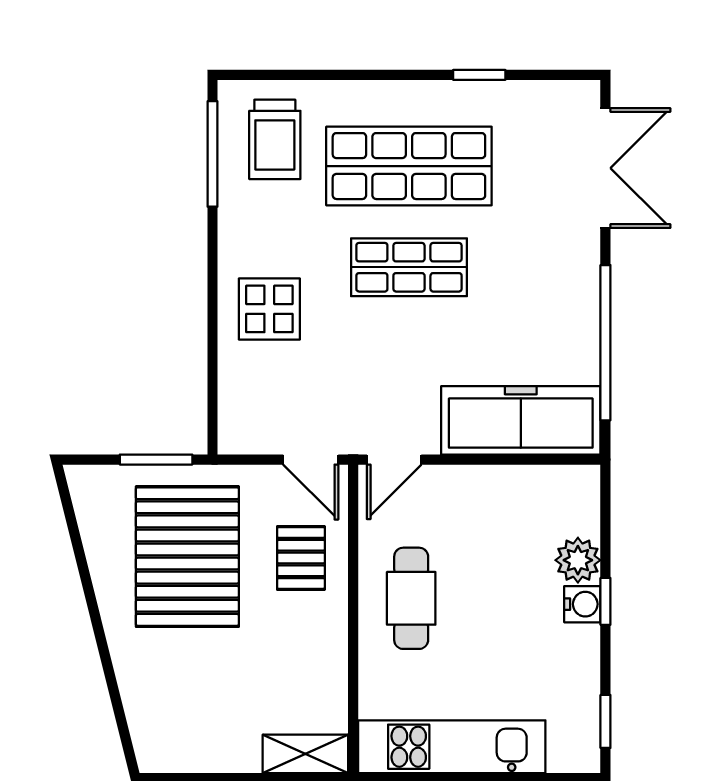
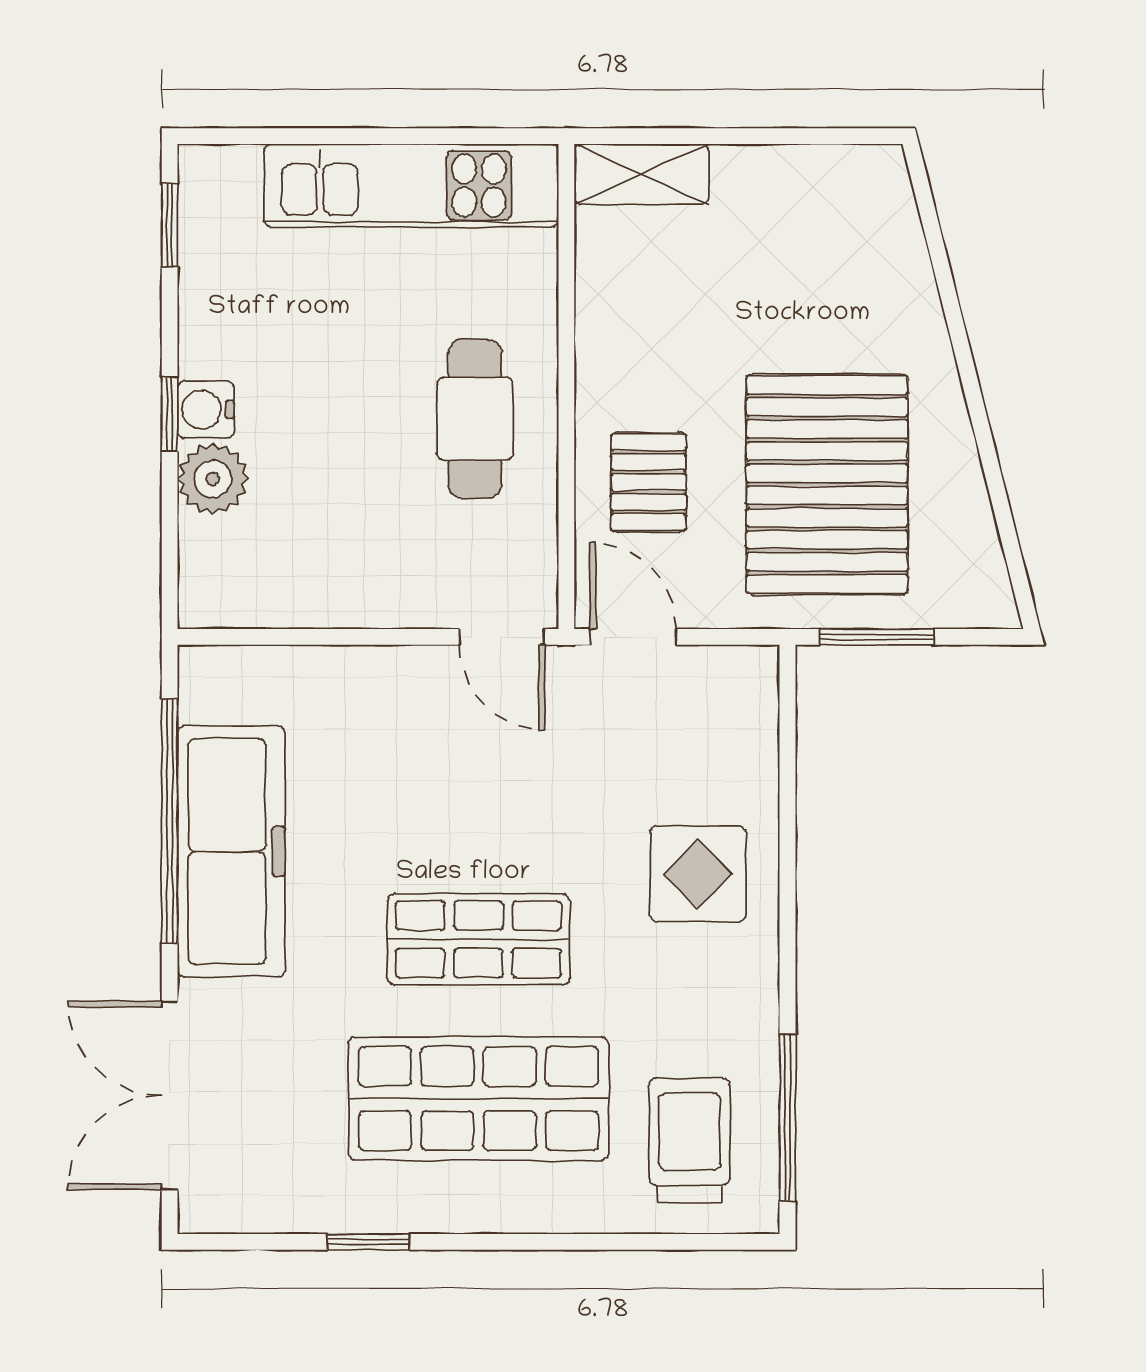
freezer: (521, 420) -> (231, 851), moved, turned -90
door: (394, 460) -> (502, 637), swing flipped

